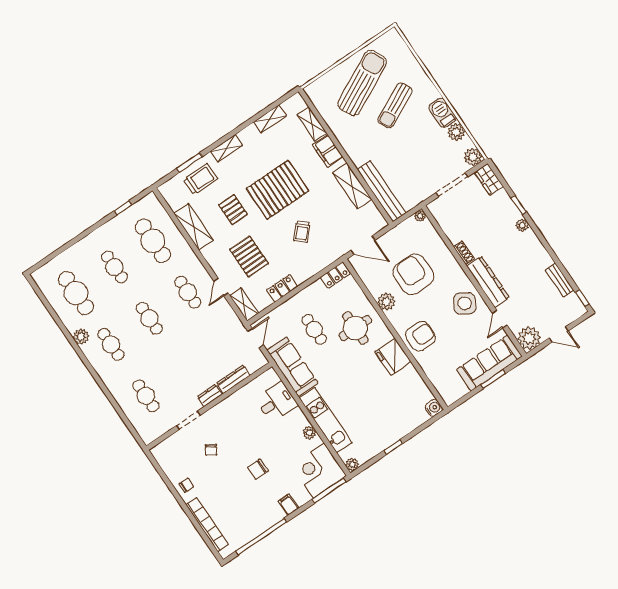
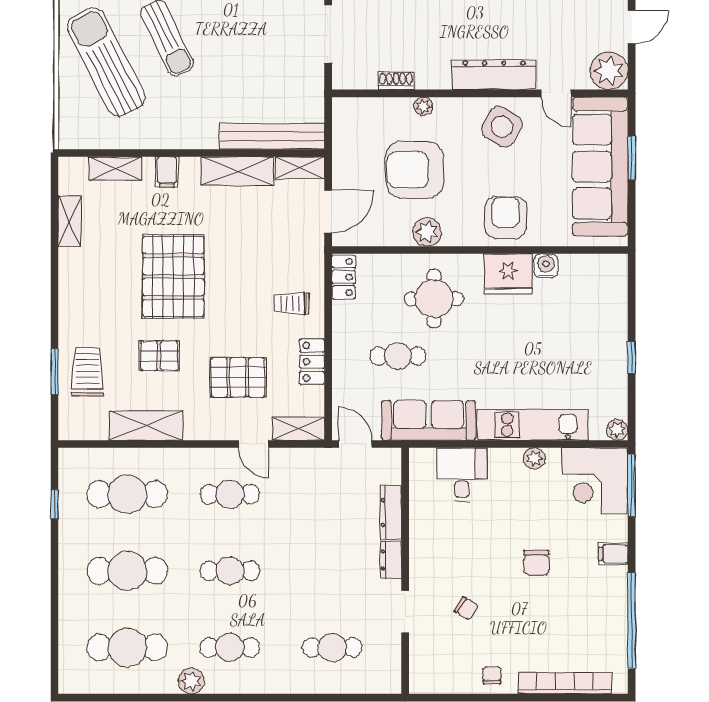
shelving: (226, 148) -> (300, 168), moved, turned 90
filing cabinet: (328, 151) -> (167, 172), width x0.50
plant: (420, 216) -> (423, 106), moved
trolley: (302, 232) -> (292, 304), moved, turned 137
shoe rack: (464, 253) -> (396, 81), moved
cafe table: (114, 267) -> (127, 571), width x1.37, depth x1.35
sofa: (489, 363) -> (600, 167), width x1.36, depth x1.27
water cooler: (434, 408) -> (546, 266), moved

